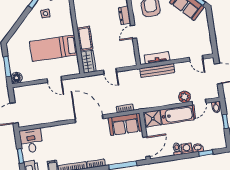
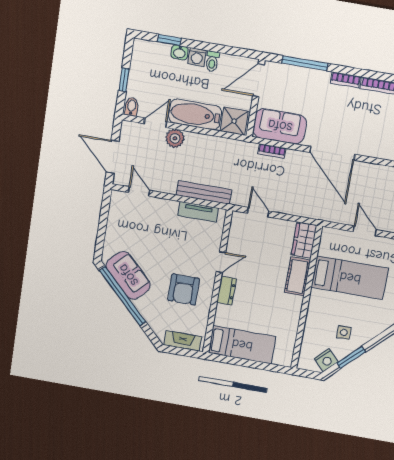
door: (110, 71) -> (258, 212), moved

